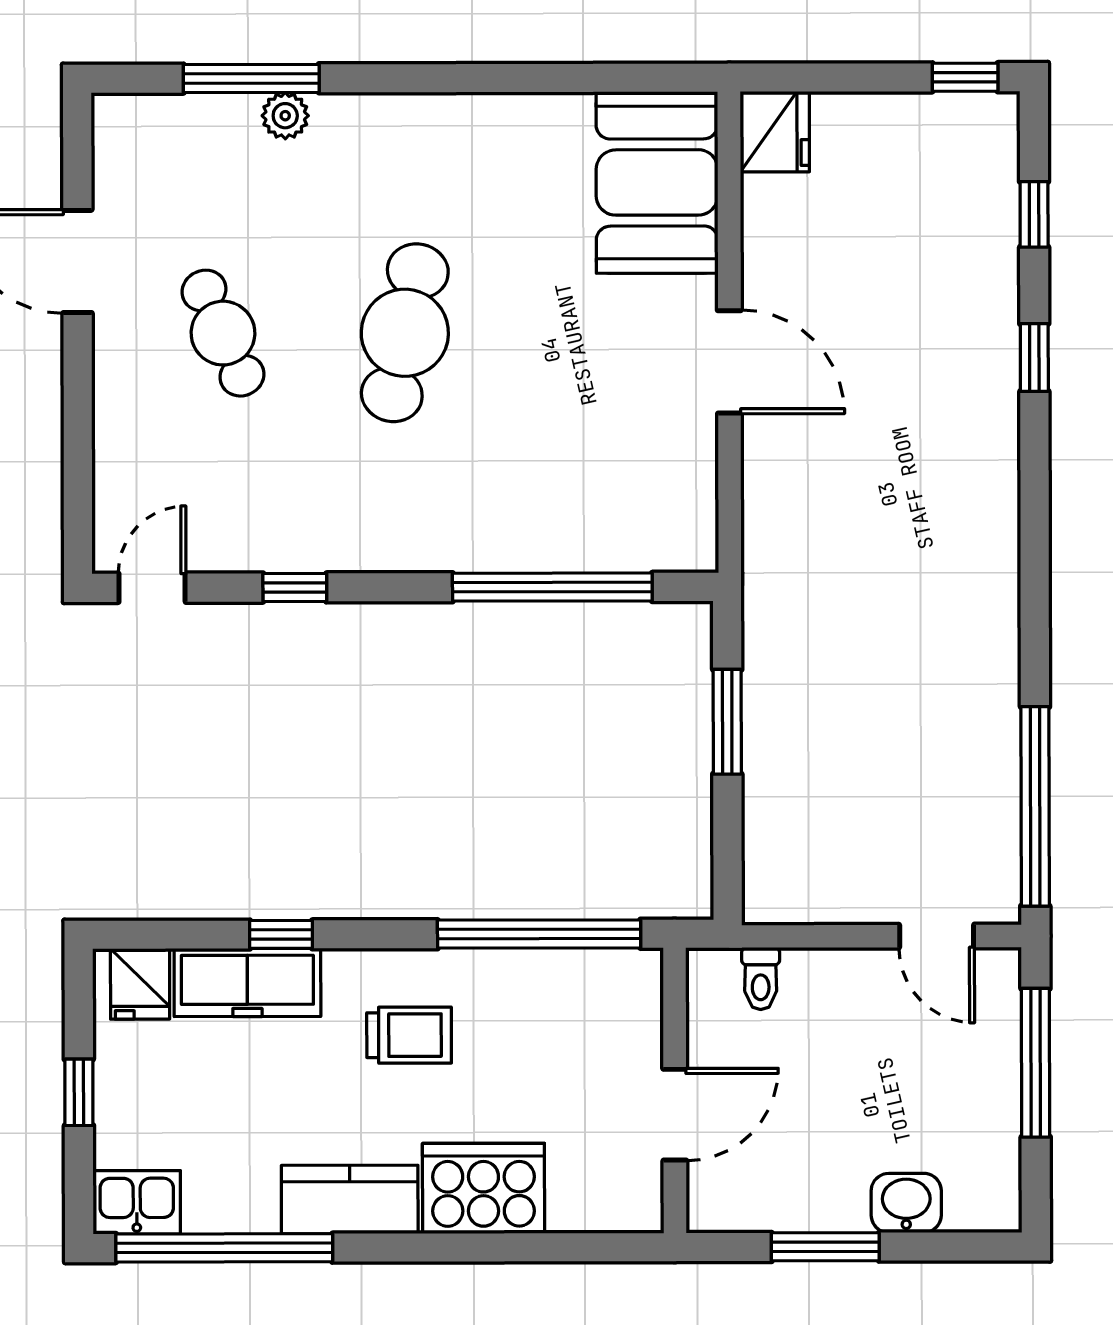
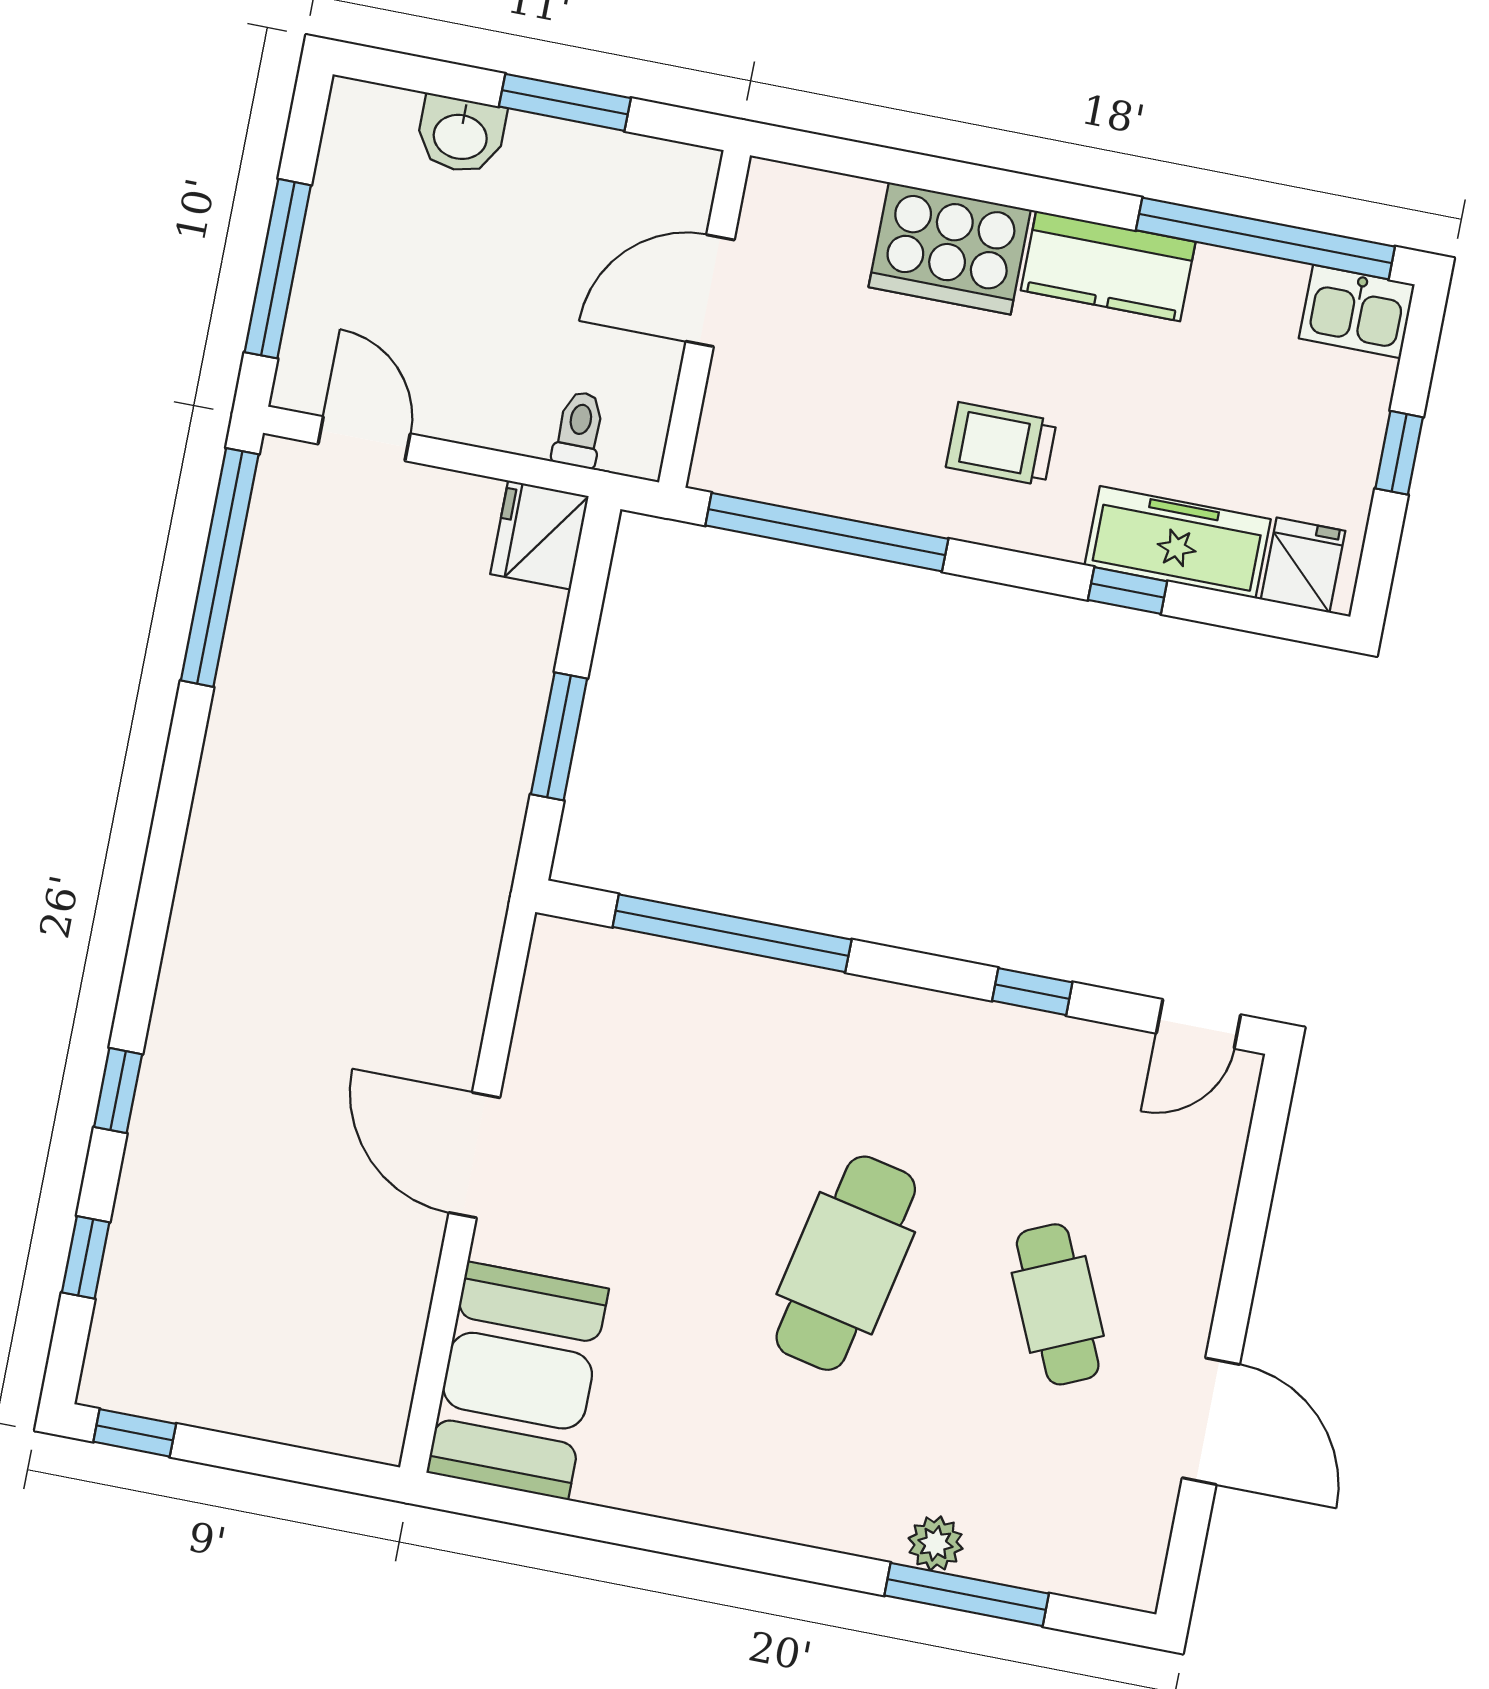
fridge: (775, 132) -> (539, 535), moved

